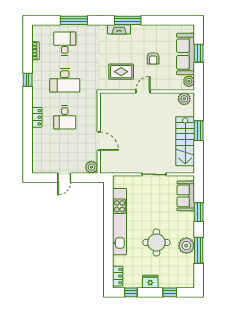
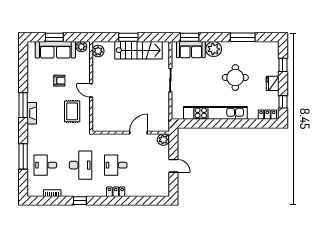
desk: (65, 117) -> (116, 165), turned 180
window: (199, 212) -> (190, 37), moved
plant: (186, 246) -> (214, 49), moved

